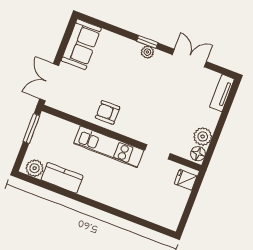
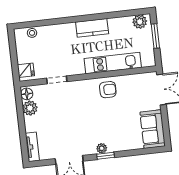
window: (31, 128) -> (155, 36), moved
kitchen unit: (109, 147) -> (113, 63), moved
kitchen counter: (62, 178) -> (92, 28), moved
stool: (158, 217) -> (32, 33), added

